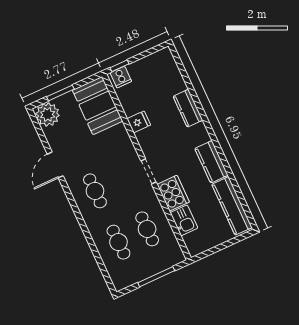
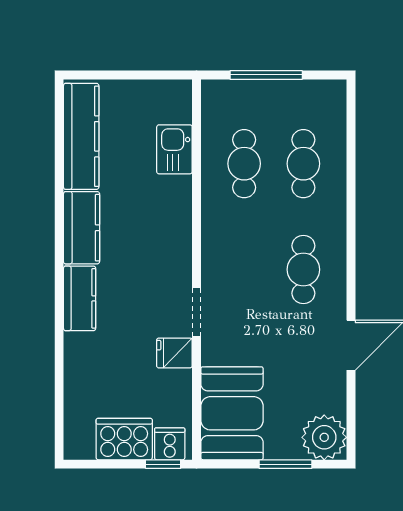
kitchen counter: (188, 108) -> (80, 298), moved
doorway: (148, 171) -> (197, 312), moved
cooker: (173, 193) -> (124, 439), moved, turned 90

